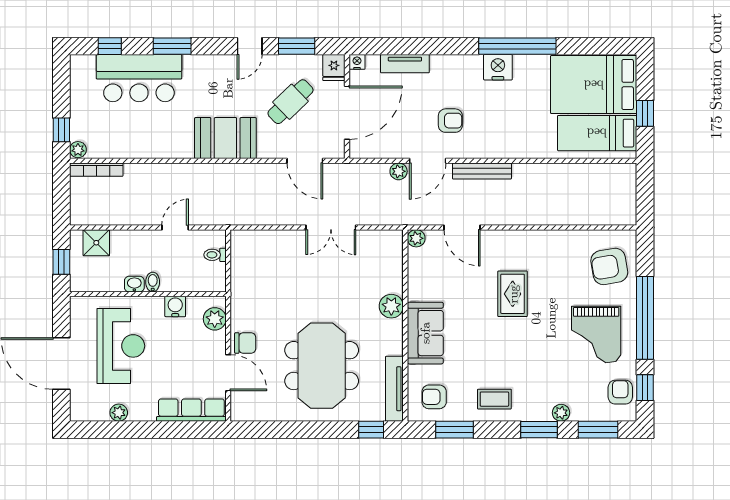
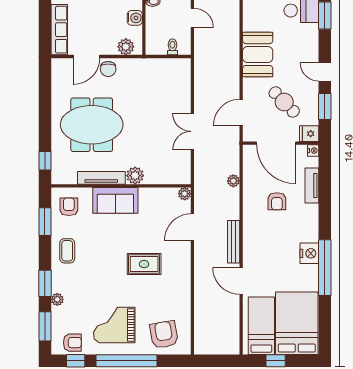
armchair: (450, 121) -> (277, 201), moved
door: (428, 161) -> (241, 281), moved
tv unit: (394, 389) -> (101, 178), moved

